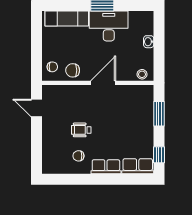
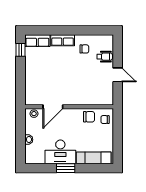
door: (103, 83) -> (53, 107), moved
door: (36, 108) -> (118, 75), moved
window: (159, 114) -> (21, 82), removed
wheelchair: (81, 130) -> (105, 57), moved

